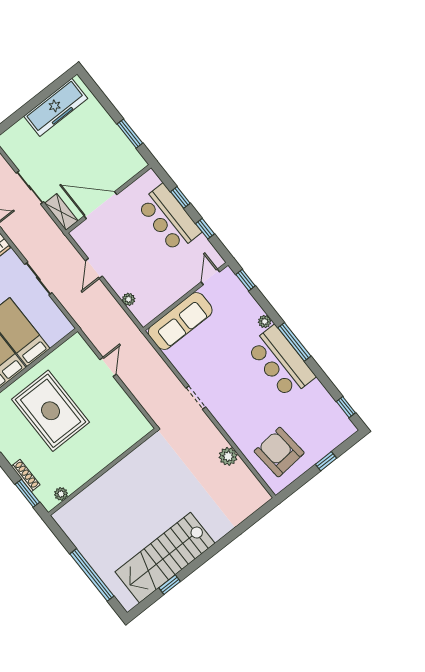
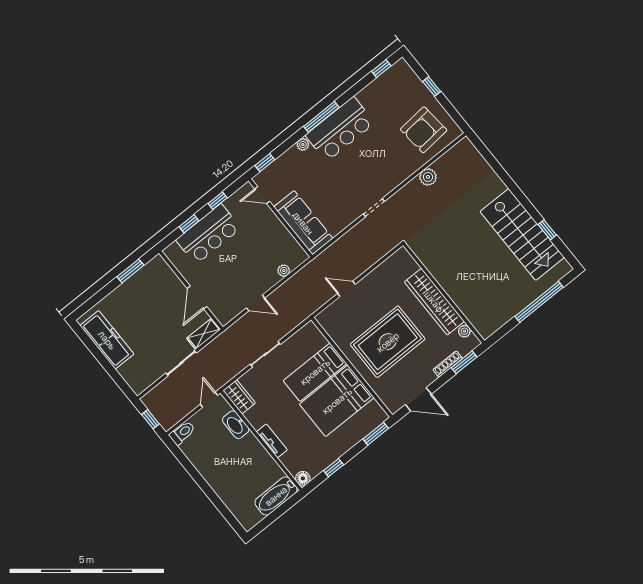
door: (100, 205) -> (197, 297), width x0.73
wardrobe: (93, 462) -> (434, 302), added

